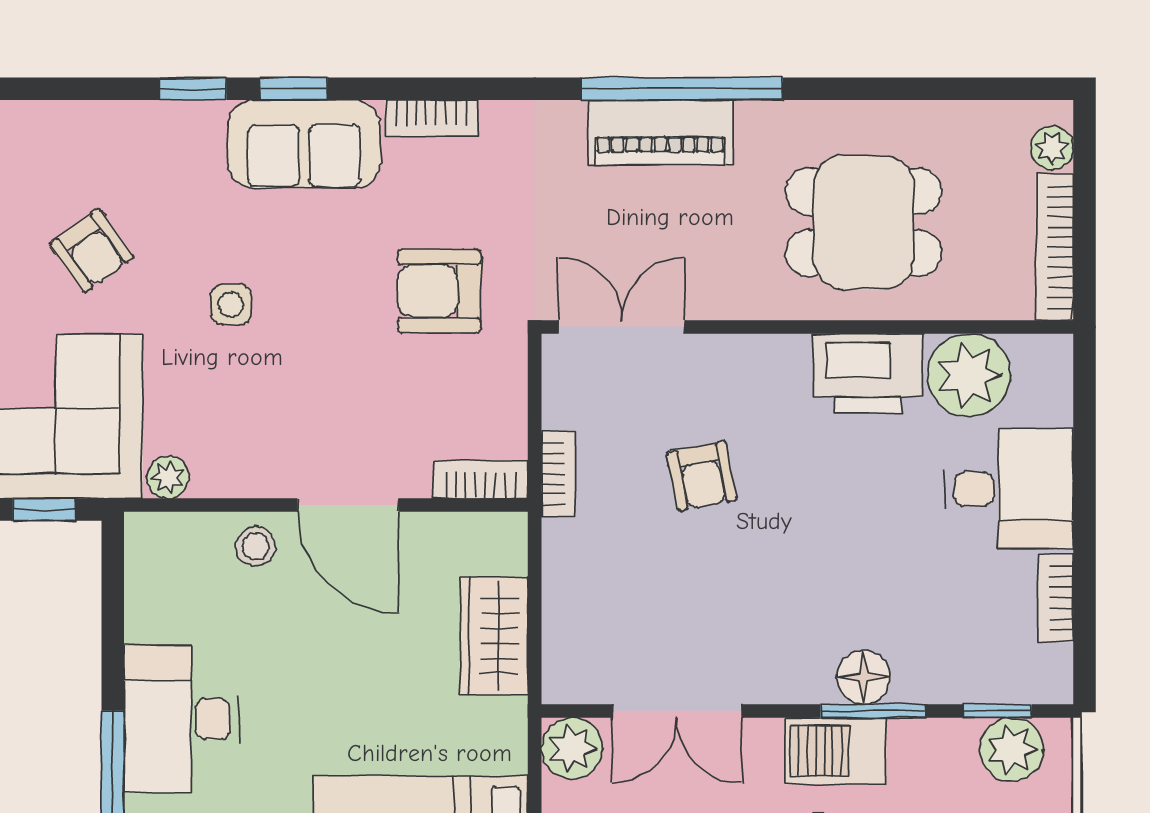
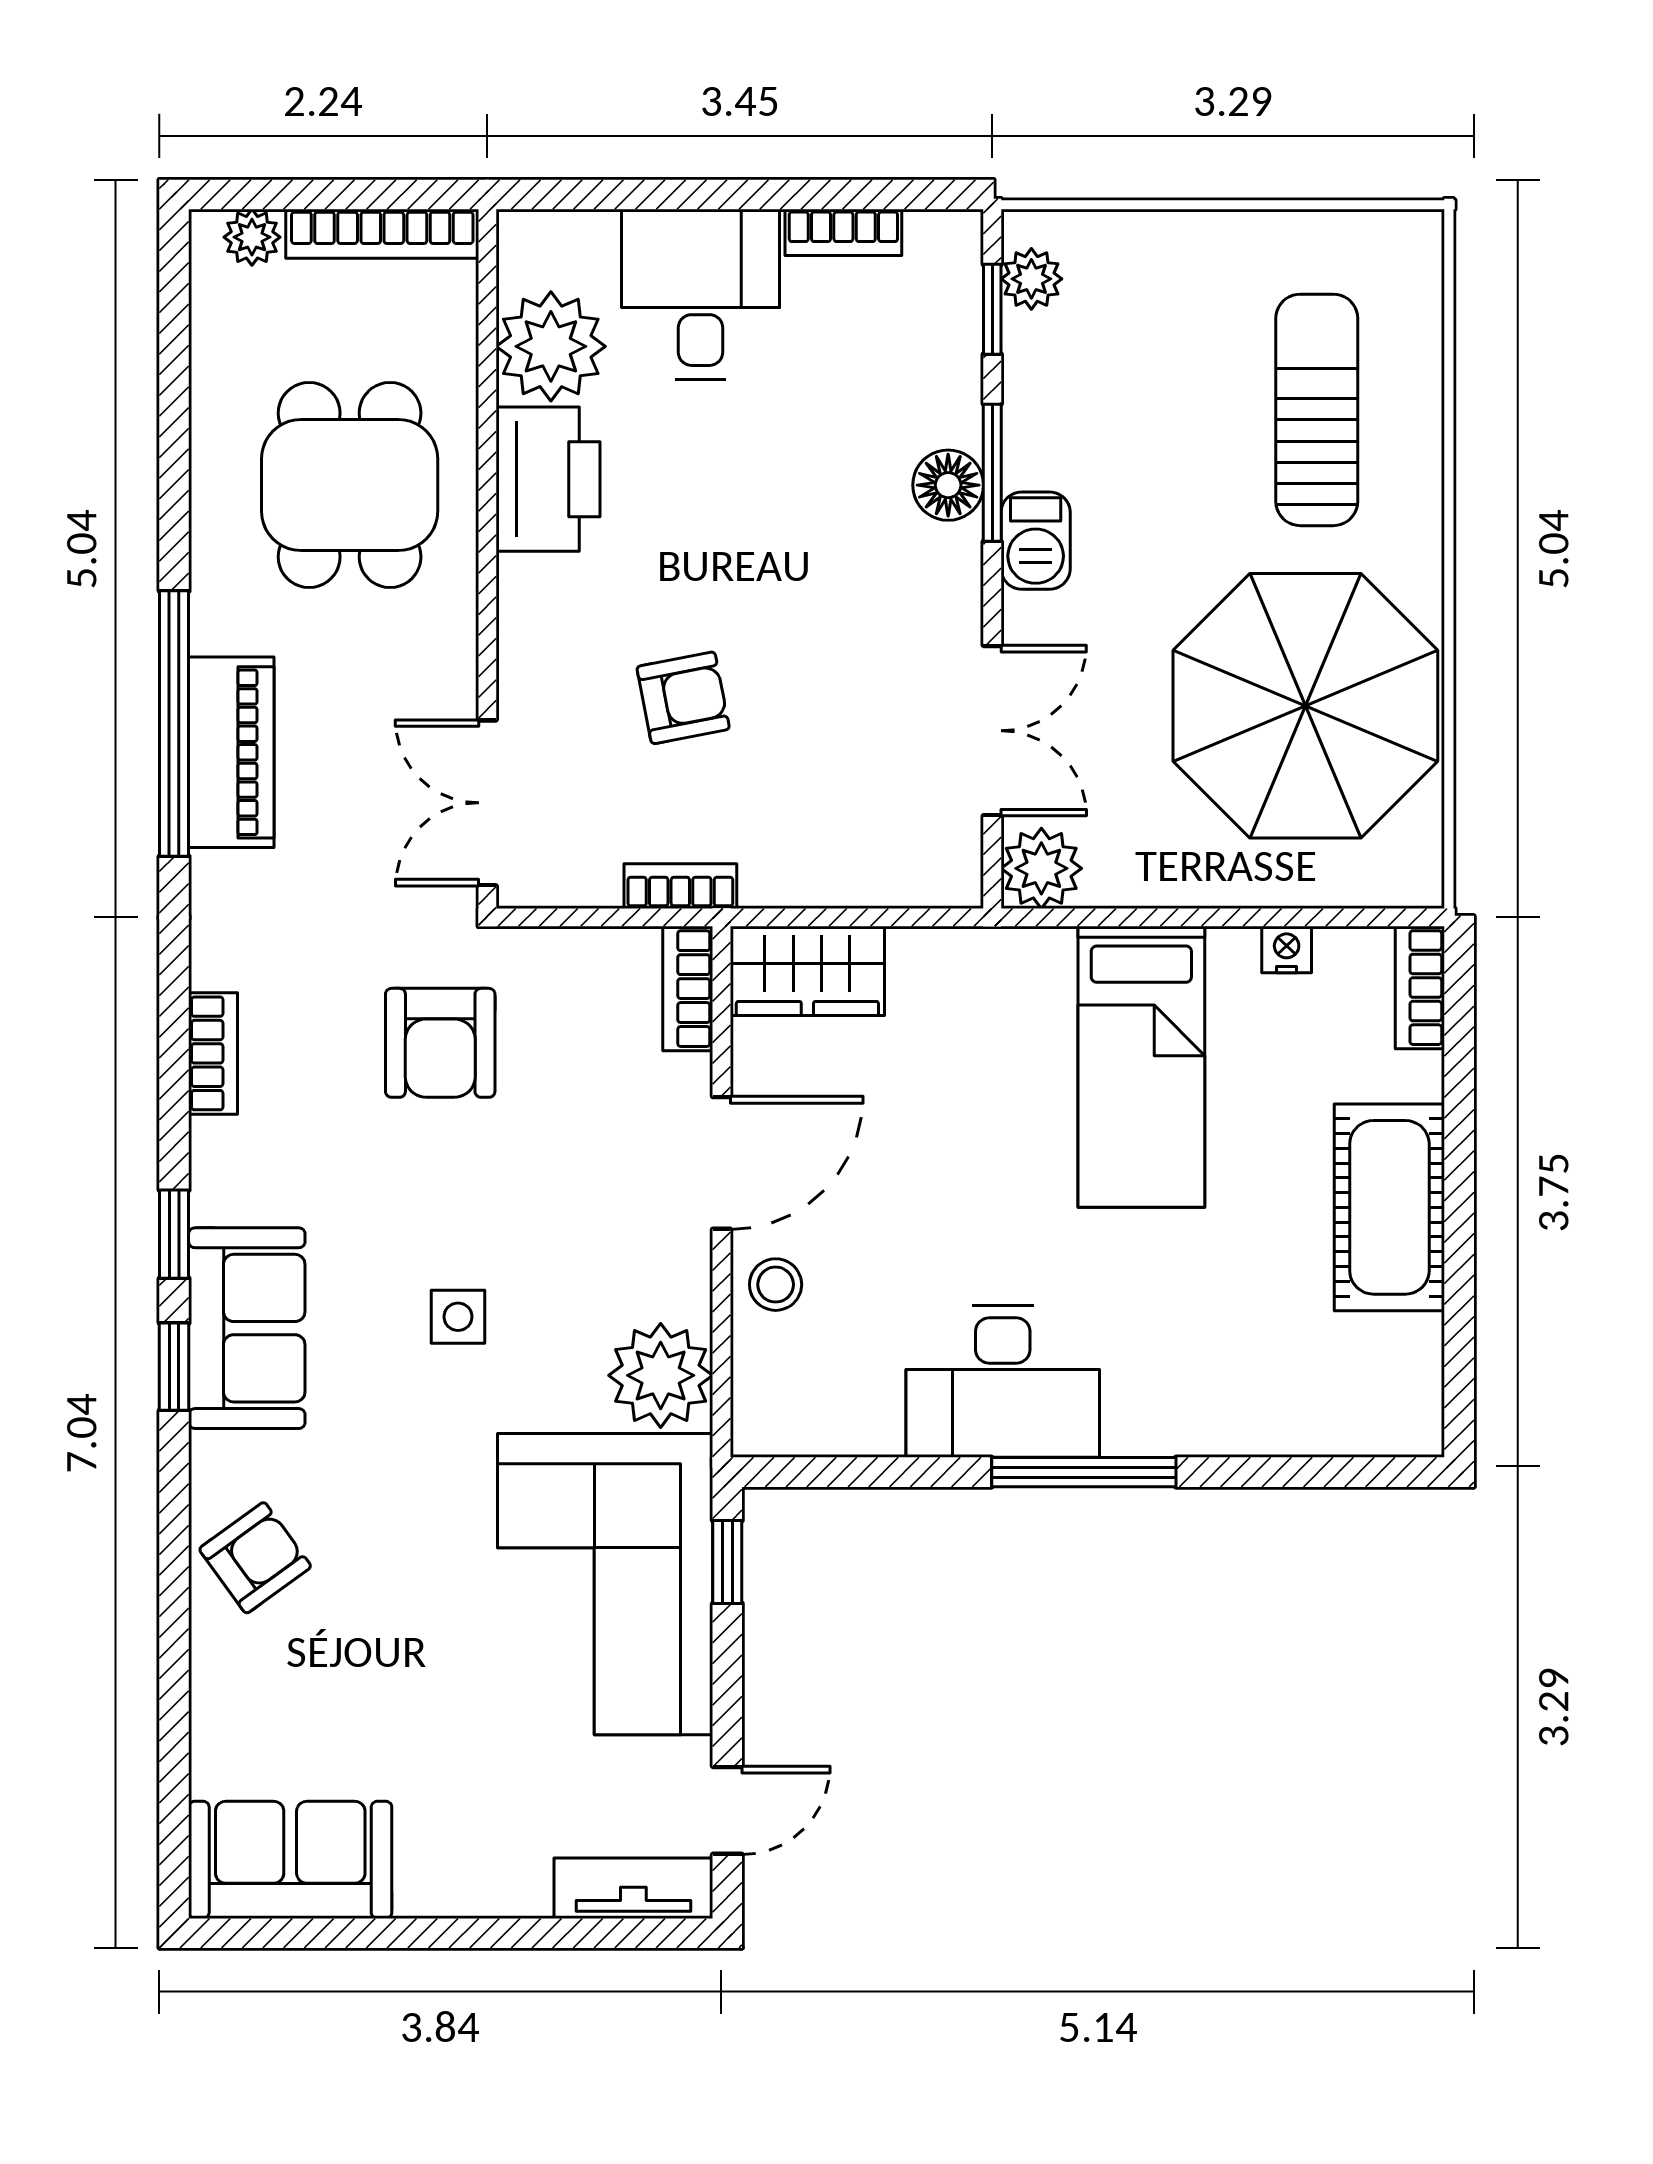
sofa: (304, 144) -> (247, 1328), moved
armchair: (92, 251) -> (255, 1558), moved
plant: (168, 477) -> (661, 1375), width x1.87, depth x1.87
wardrobe: (494, 636) -> (807, 971), moved
plant: (1012, 749) -> (1031, 279), width x0.73, depth x0.73
barbecue: (835, 751) -> (1036, 541), width x0.73, depth x0.79

